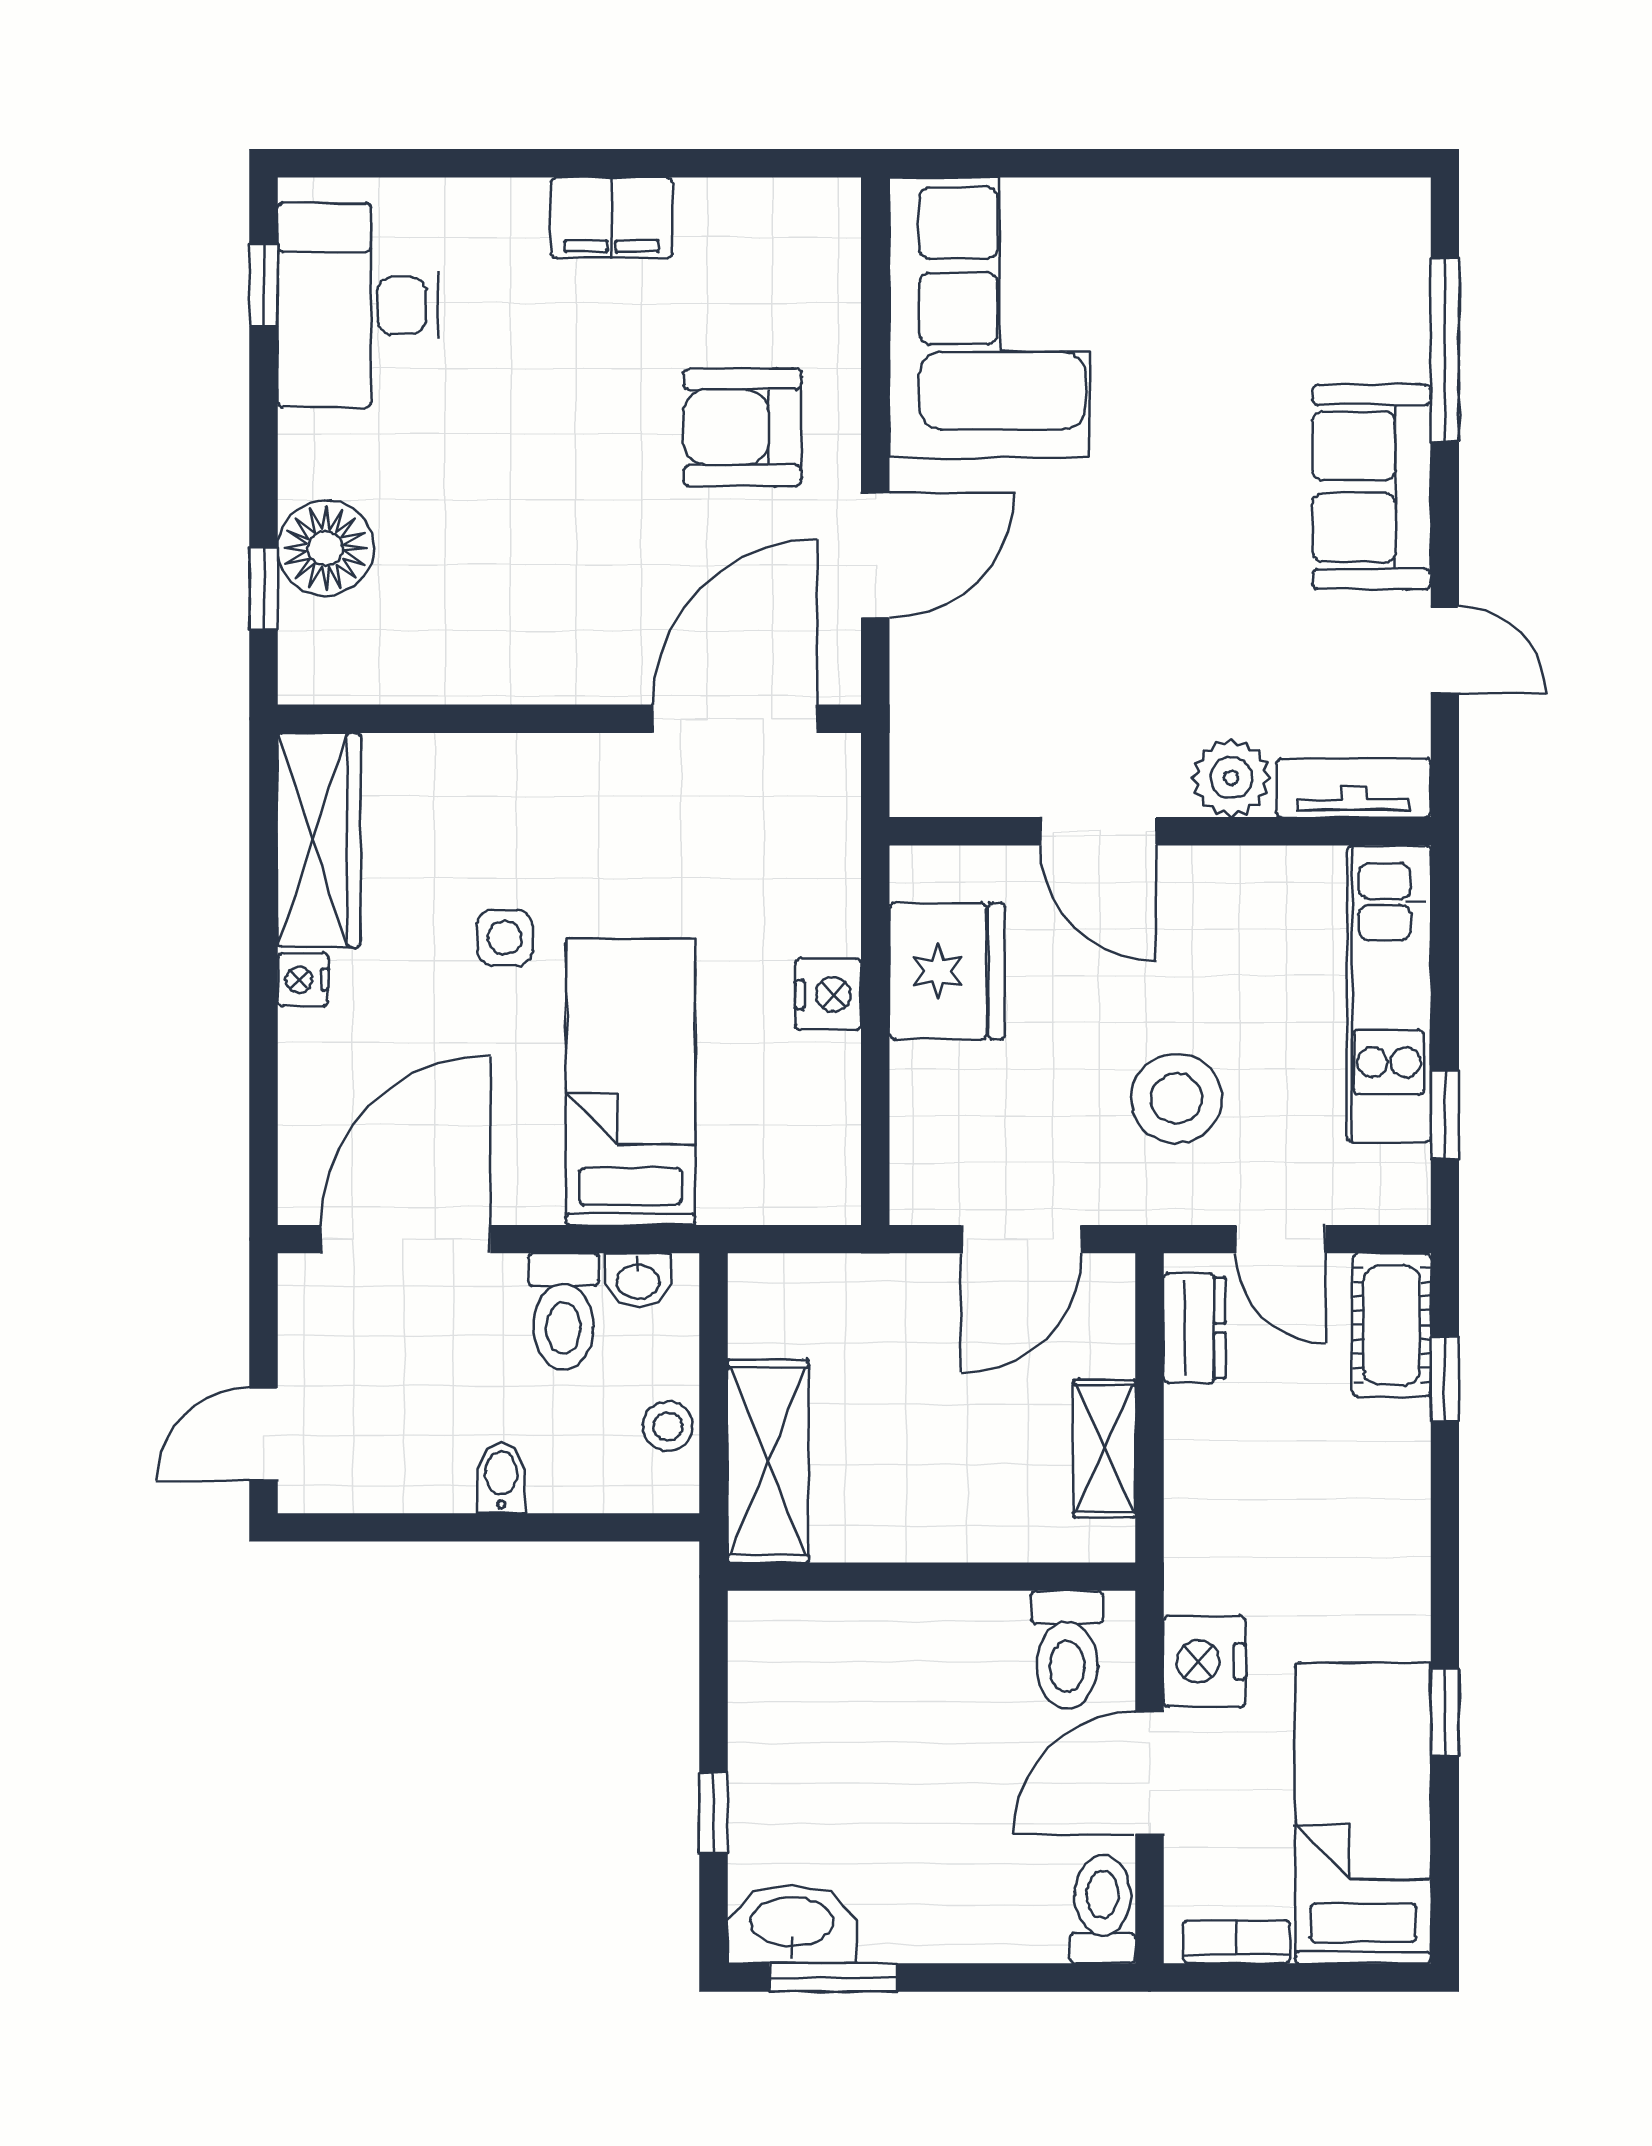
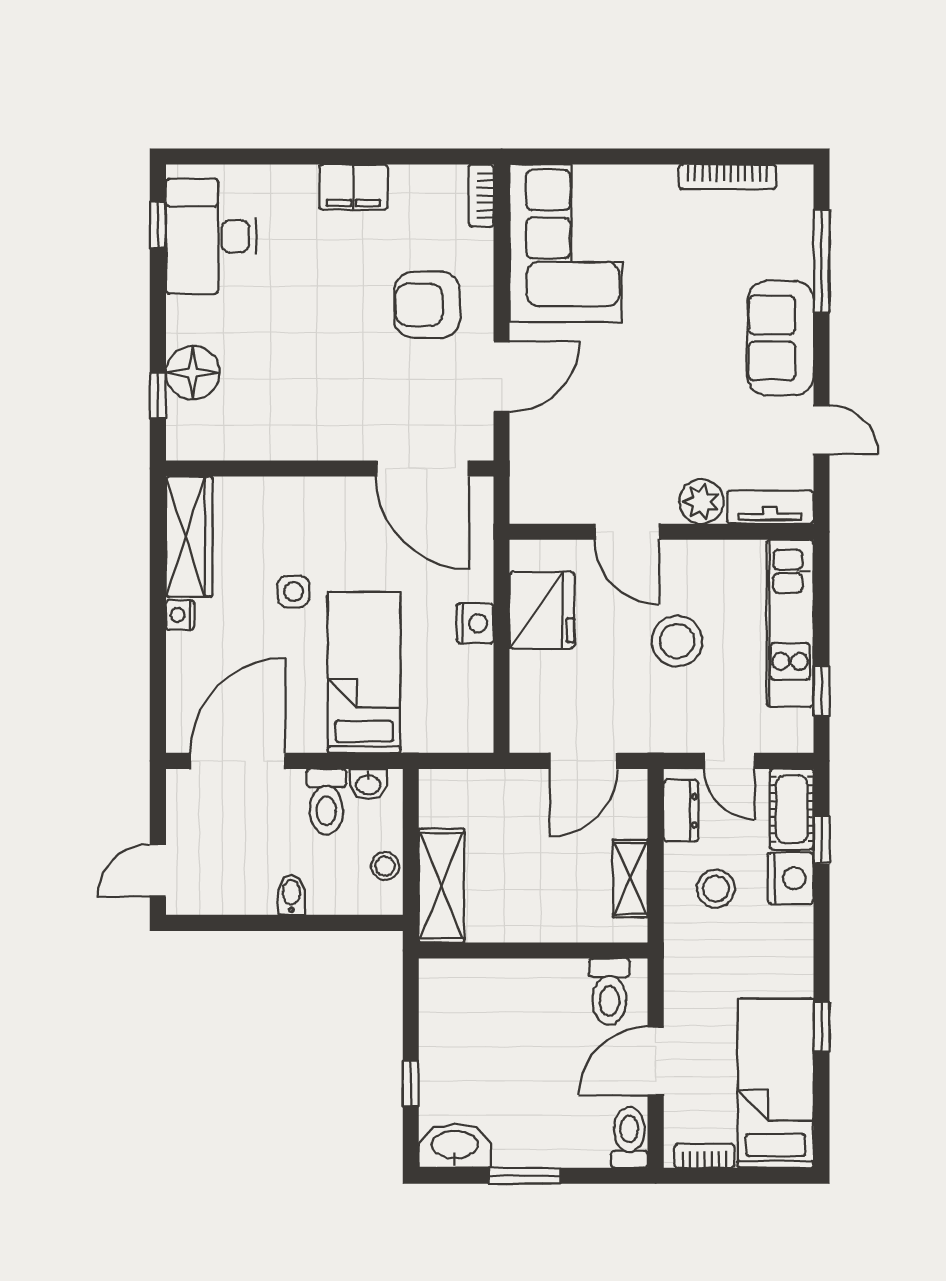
bookcase: (1277, 199) -> (727, 177), added
bookcase: (839, 233) -> (481, 196), added
door: (735, 719) -> (423, 469), swing flipped
stool: (1176, 1099) -> (677, 641), moved
stool: (1257, 1467) -> (716, 889), added
nightstand: (1205, 1661) -> (791, 878), moved, turned 180
window: (833, 1977) -> (525, 1176), moved

